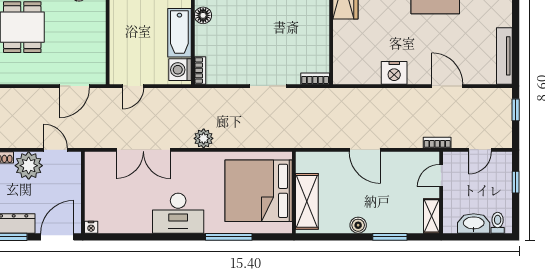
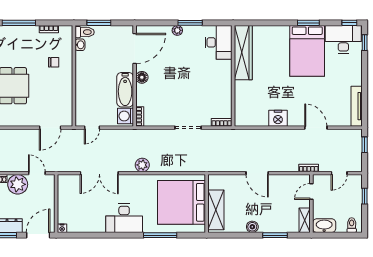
washbasin: (474, 223) -> (324, 226), moved

